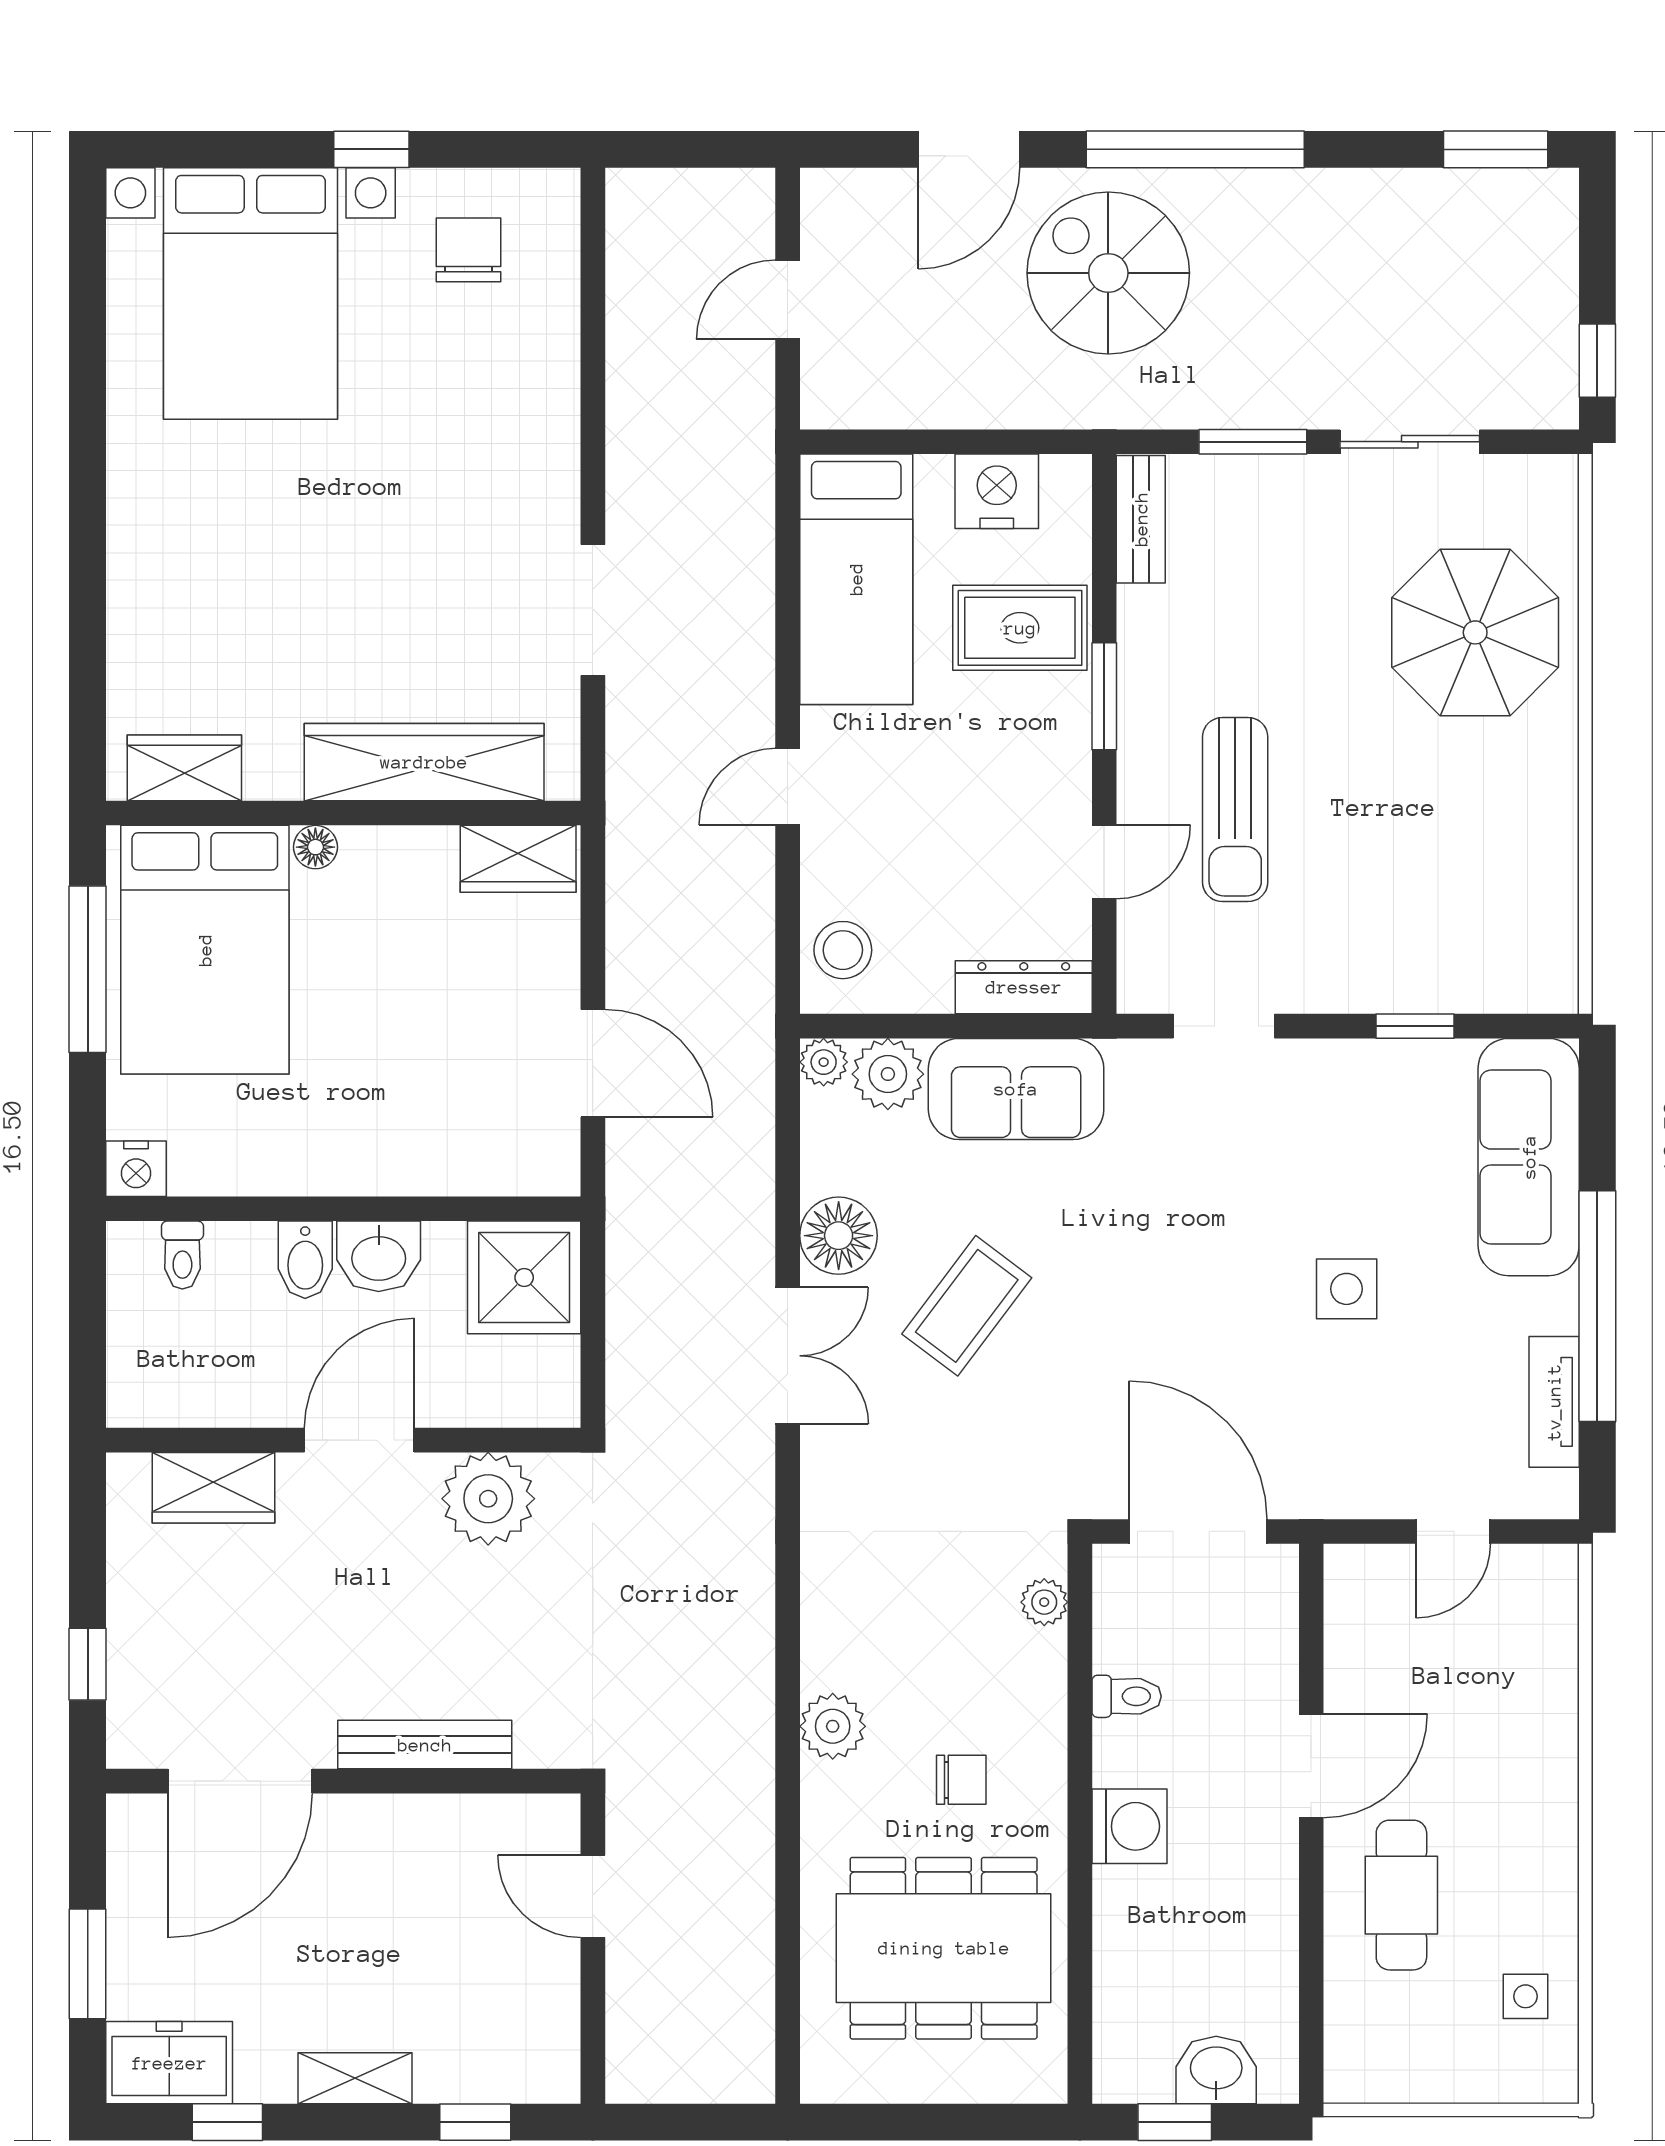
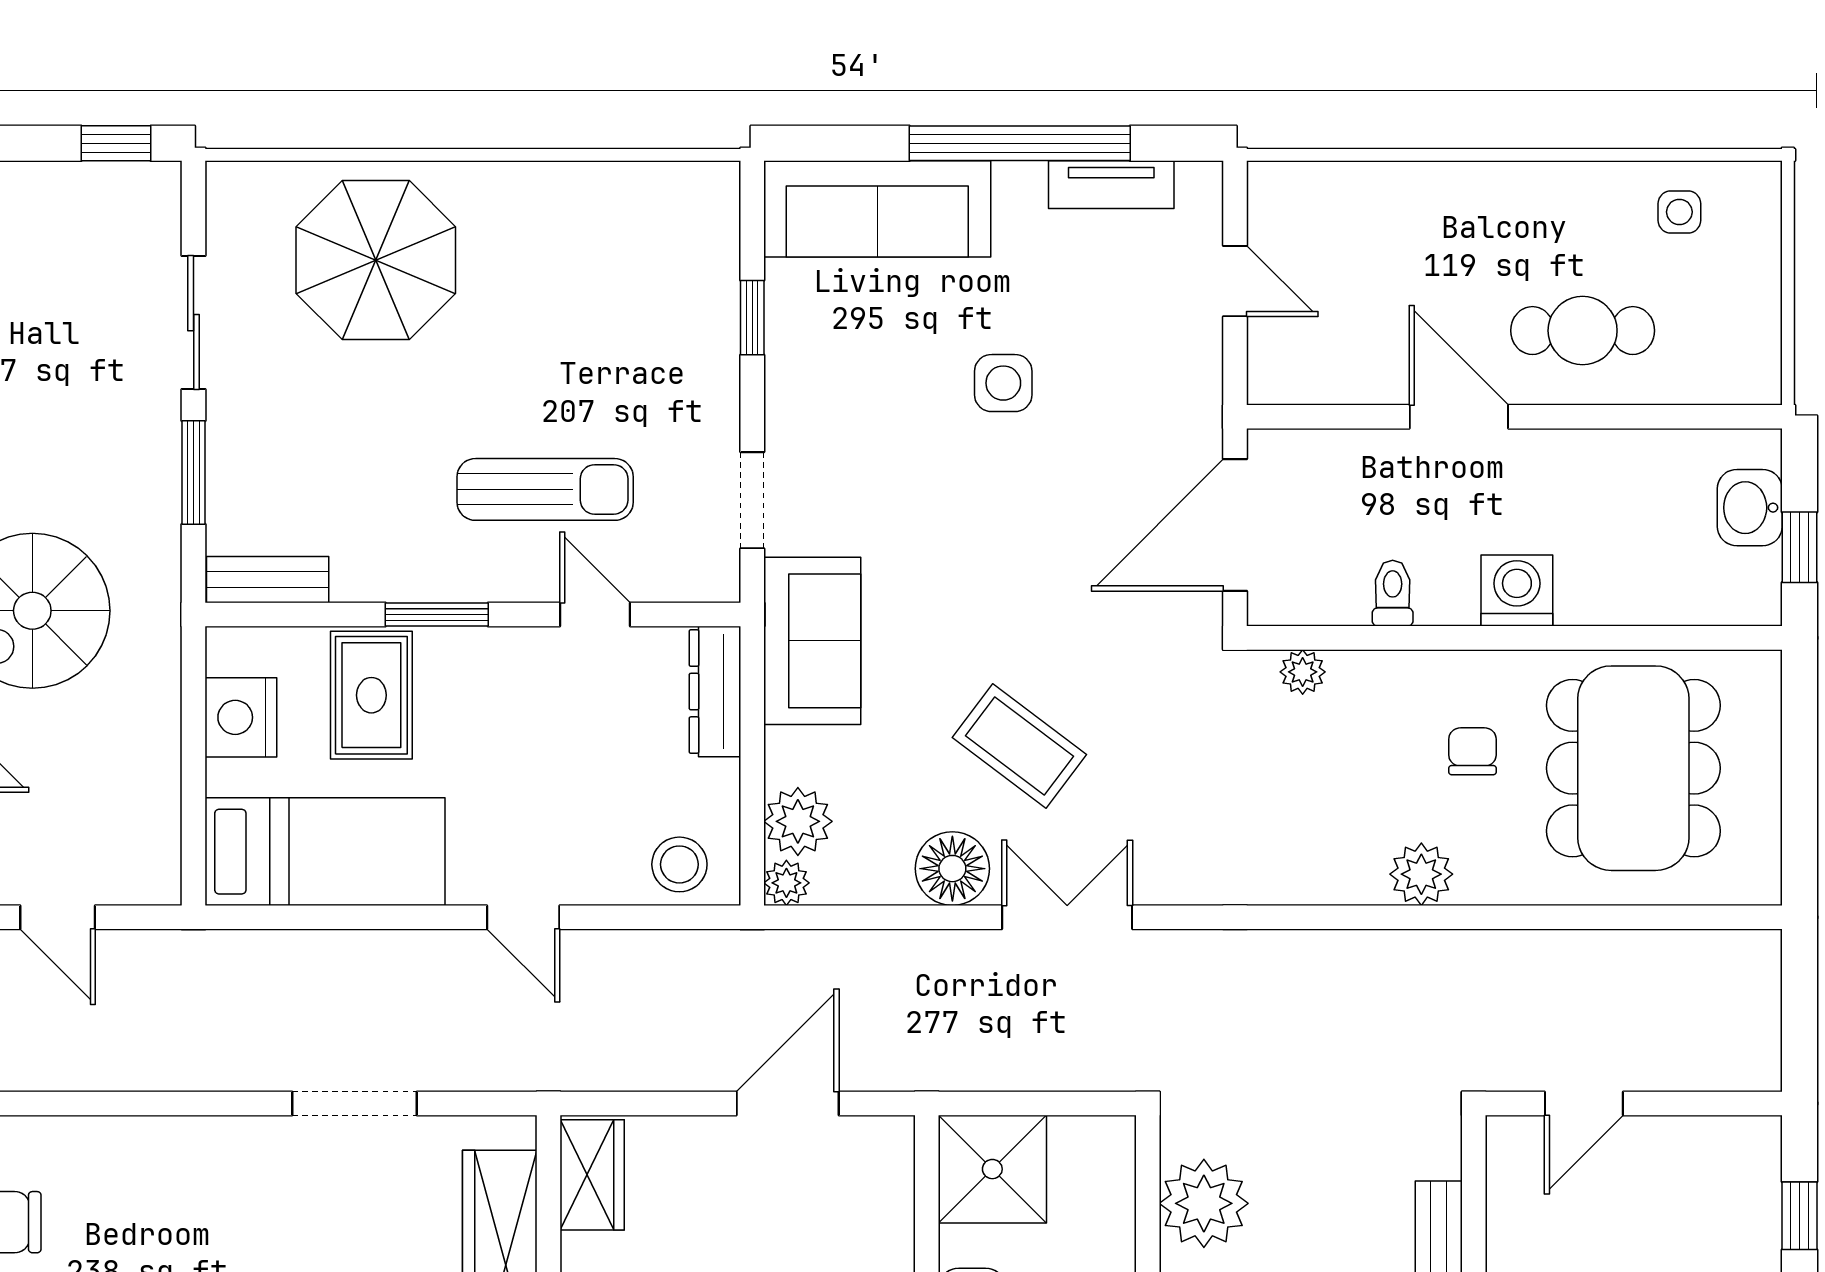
sofa: (1016, 1089) -> (812, 641), moved

